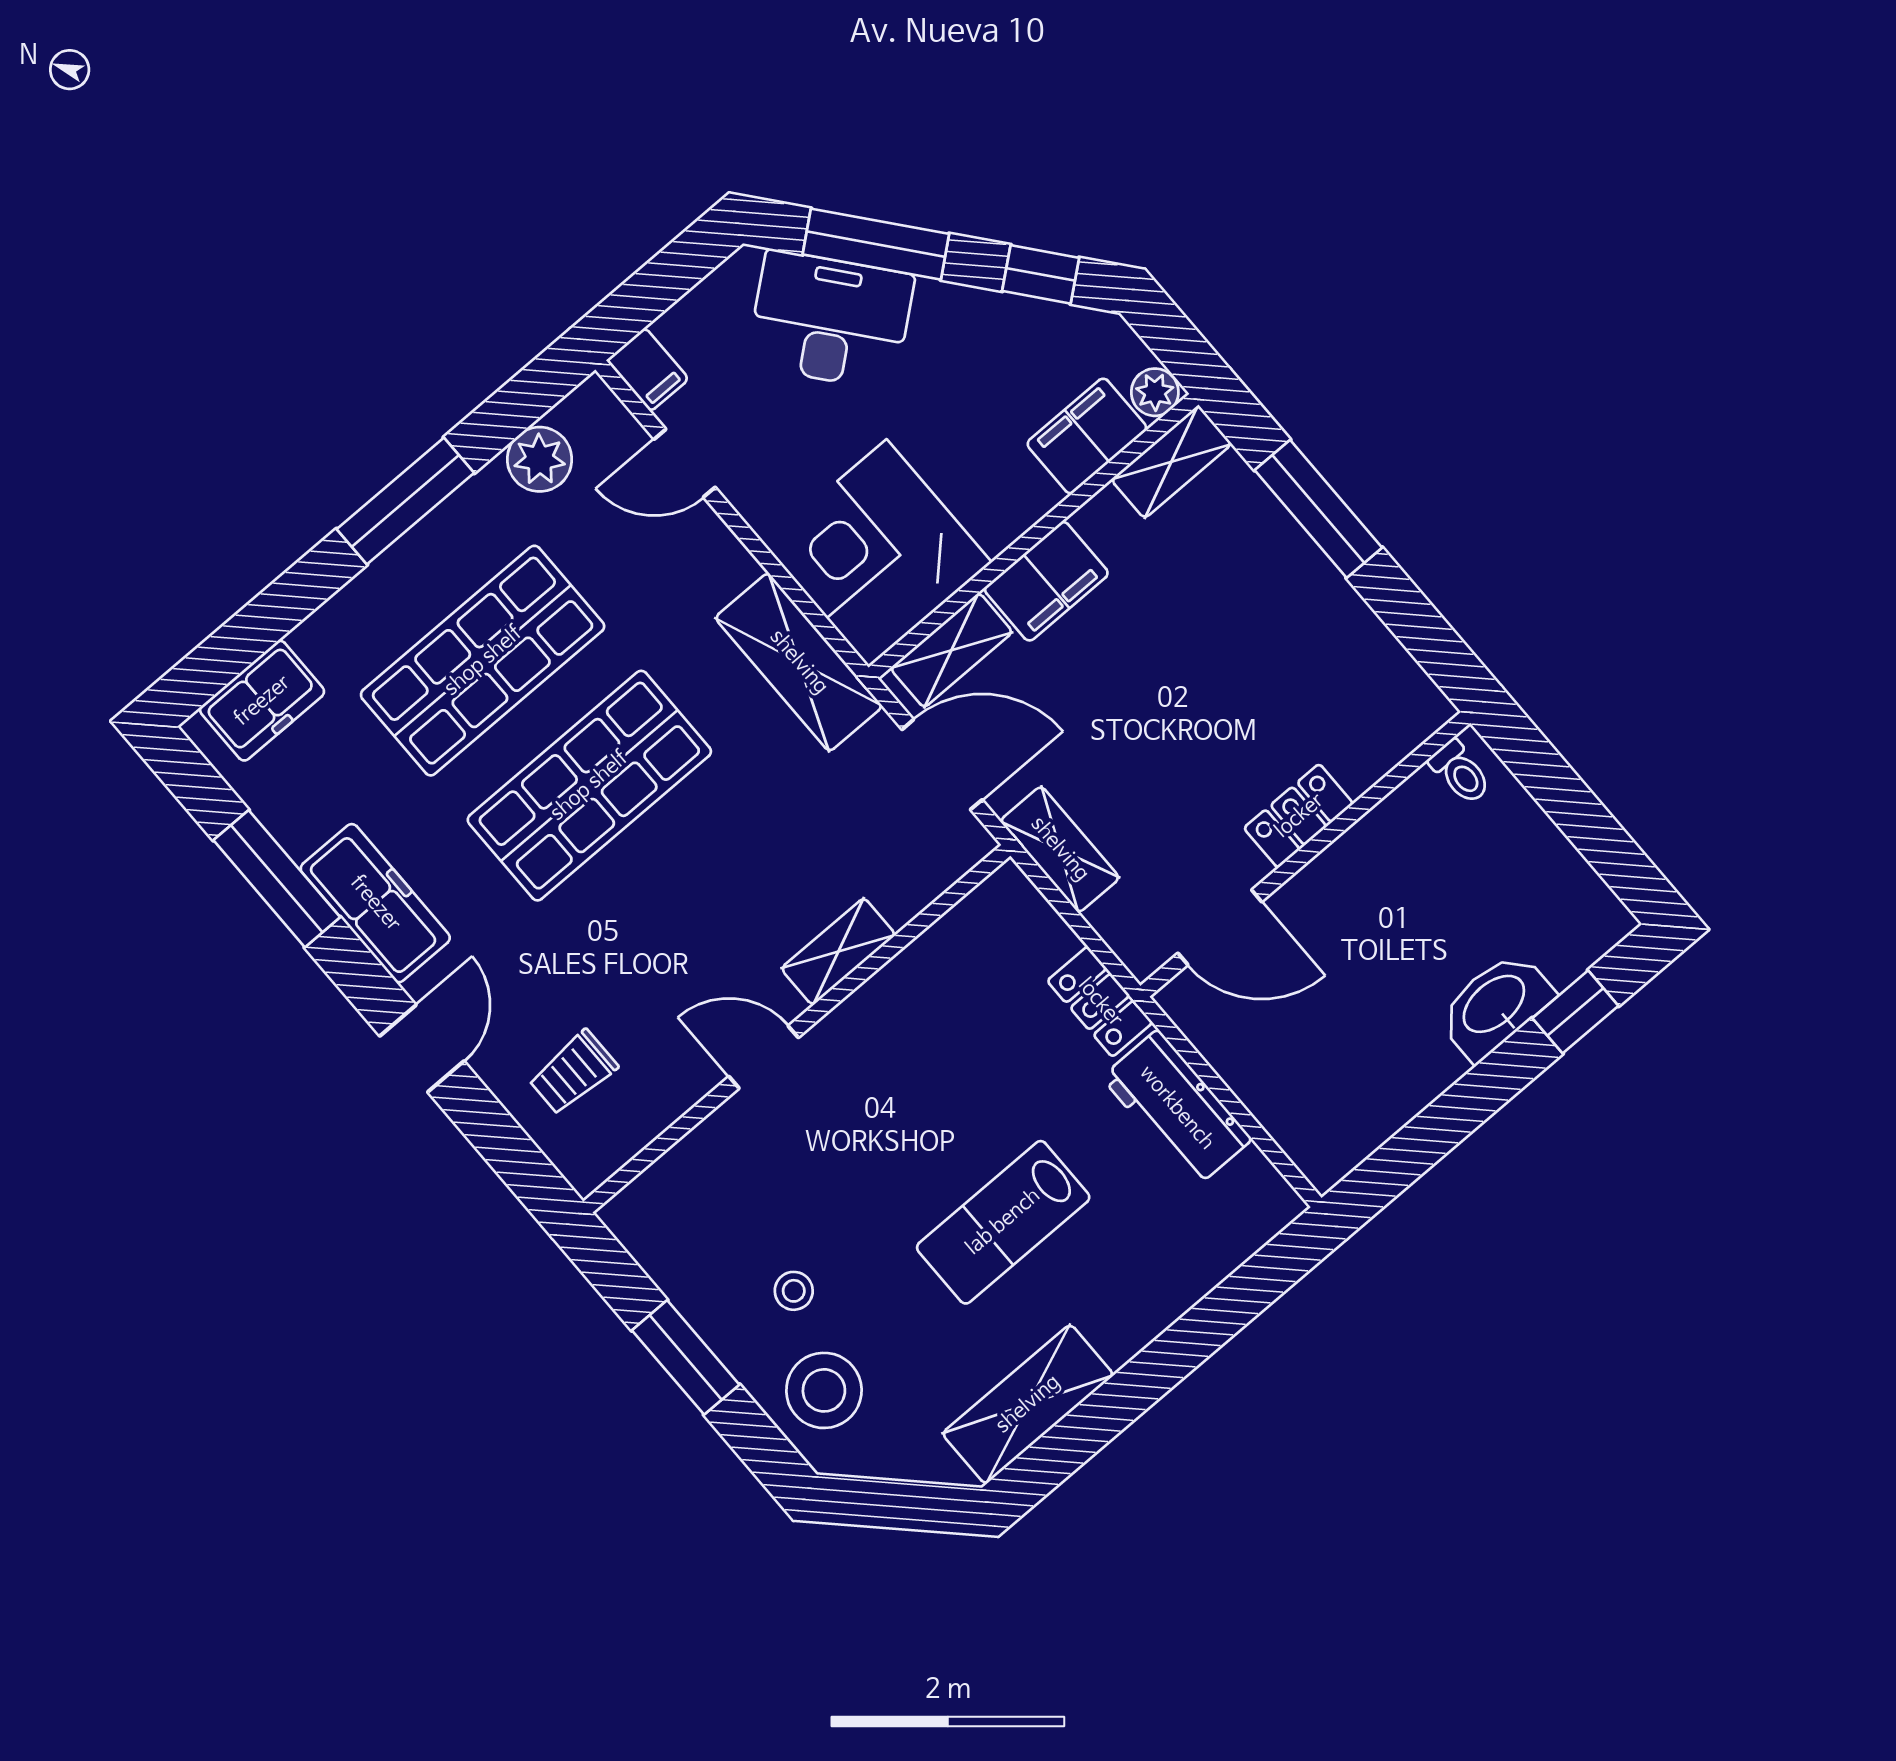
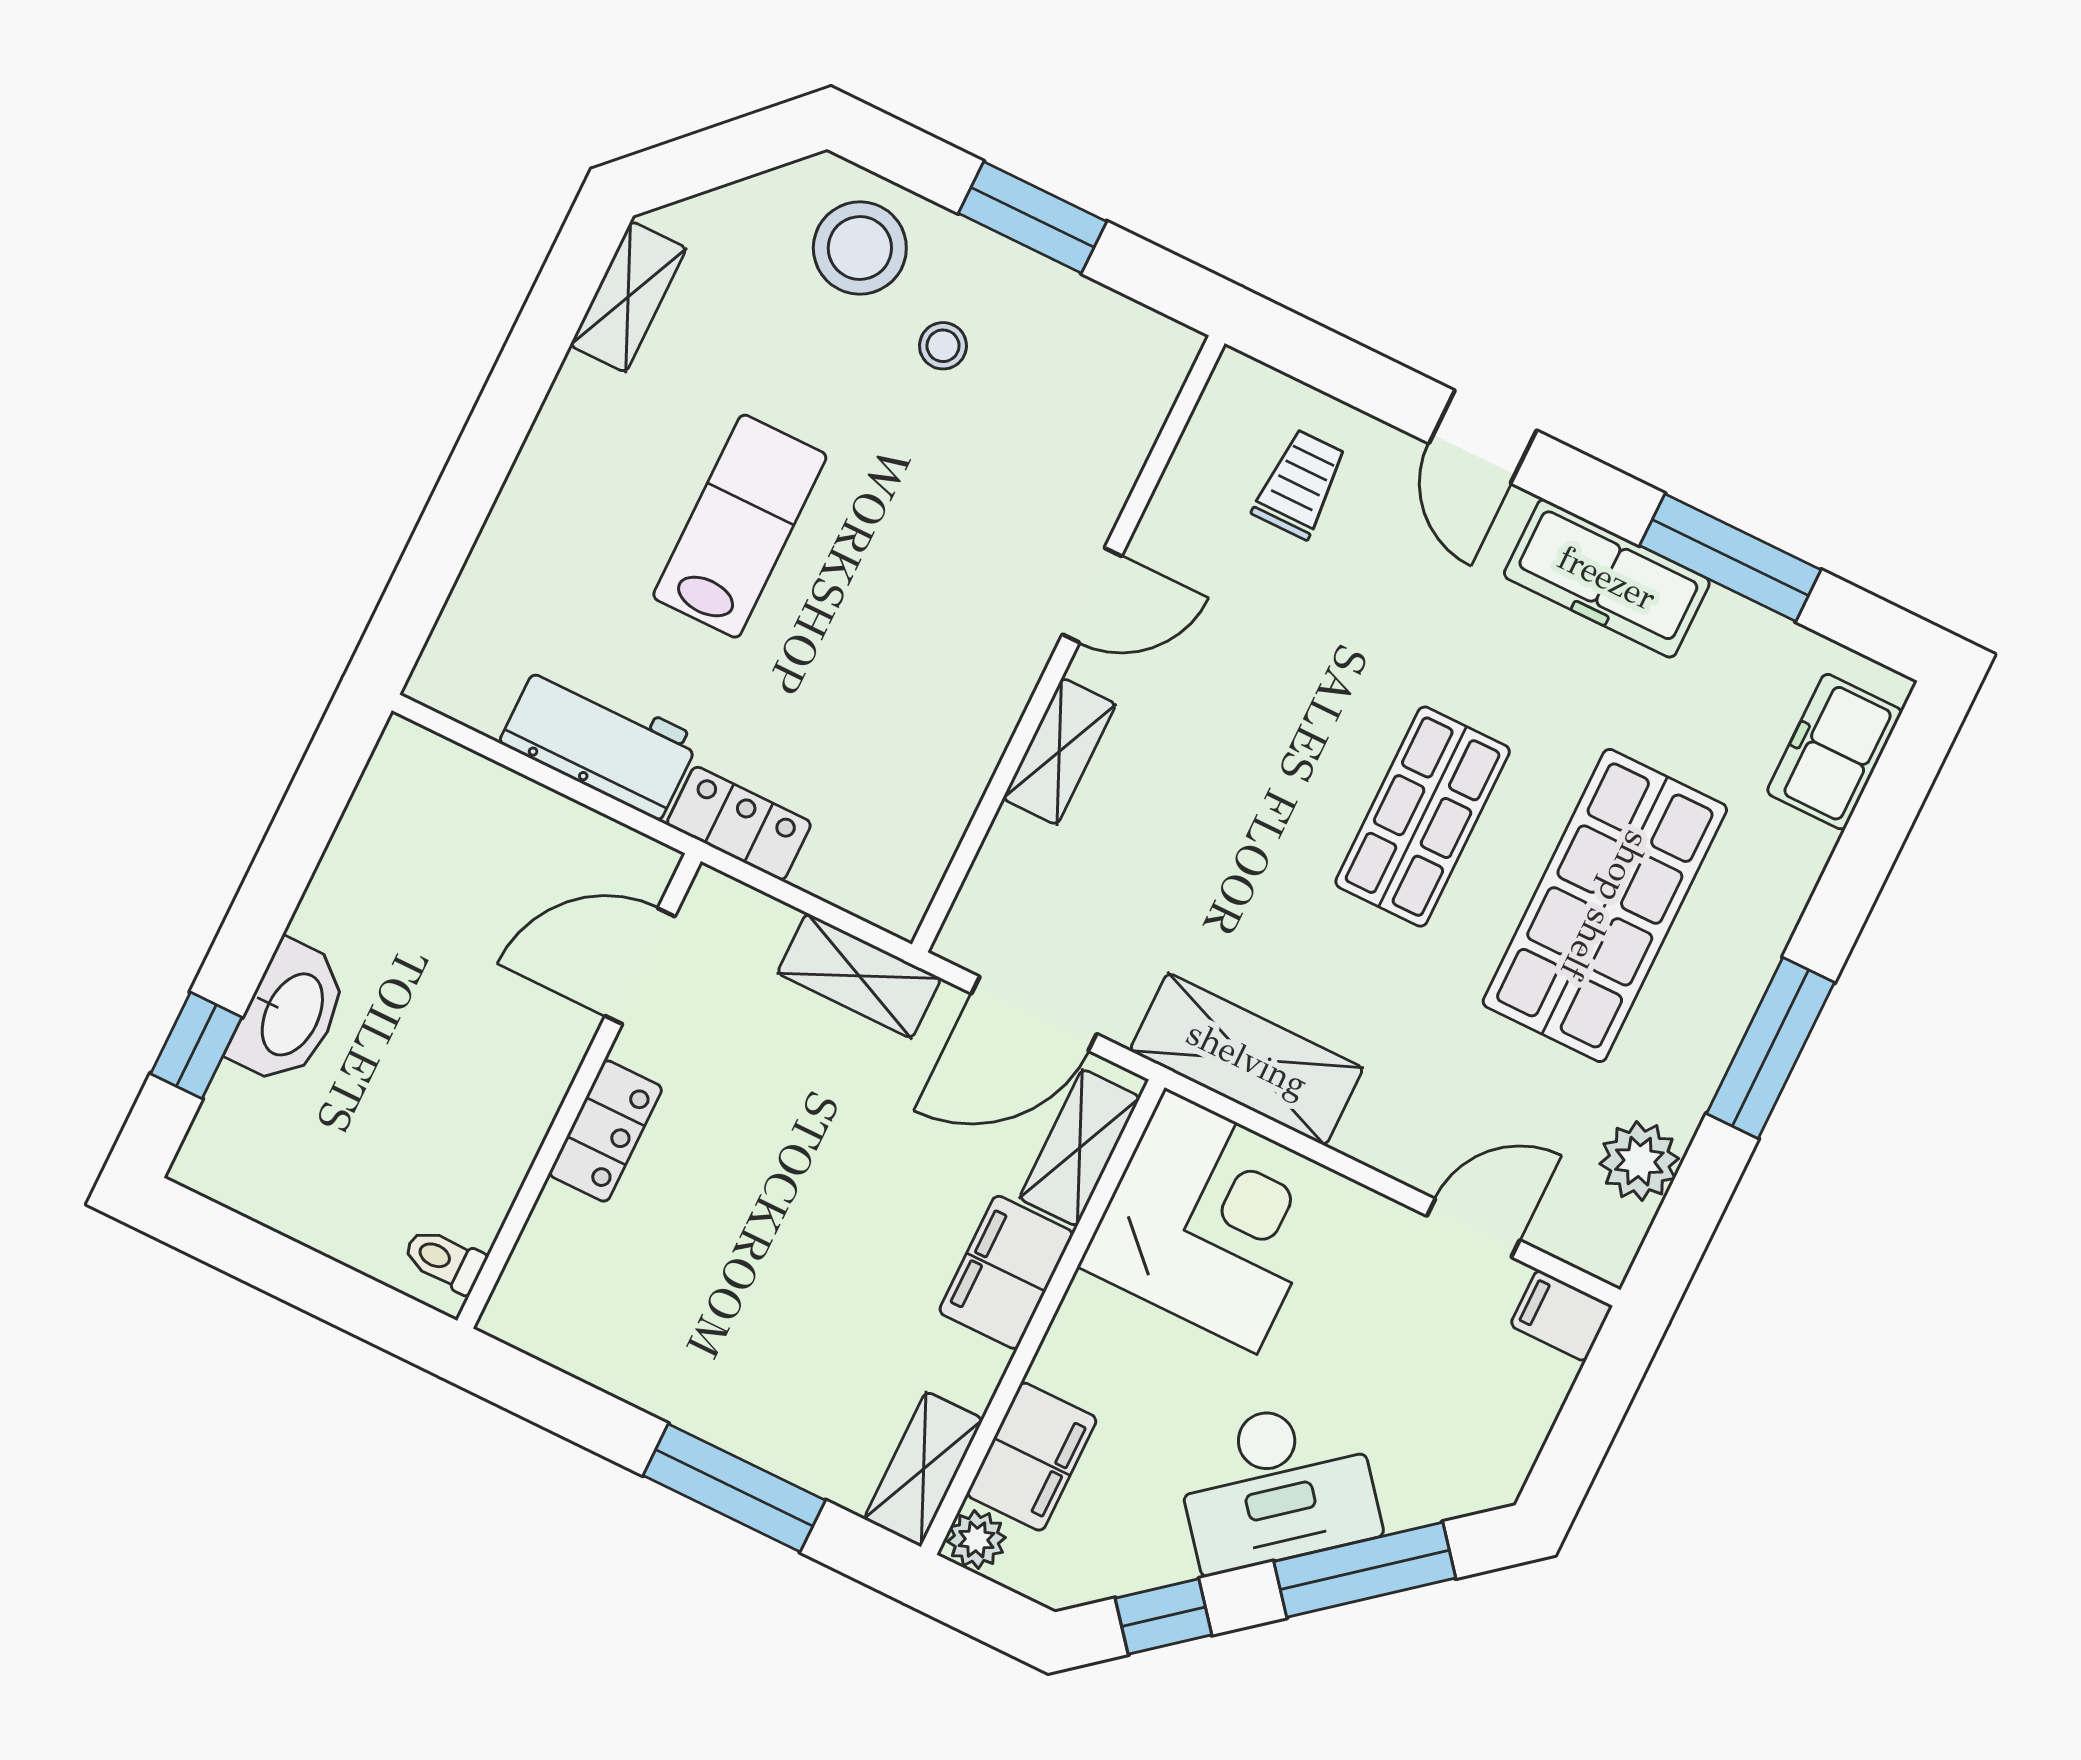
desk: (830, 320) -> (1277, 1485), moved
shop shelf: (589, 786) -> (1423, 817), width x0.70, depth x0.74
shelving: (1028, 1404) -> (628, 297), width x0.67, depth x0.75

